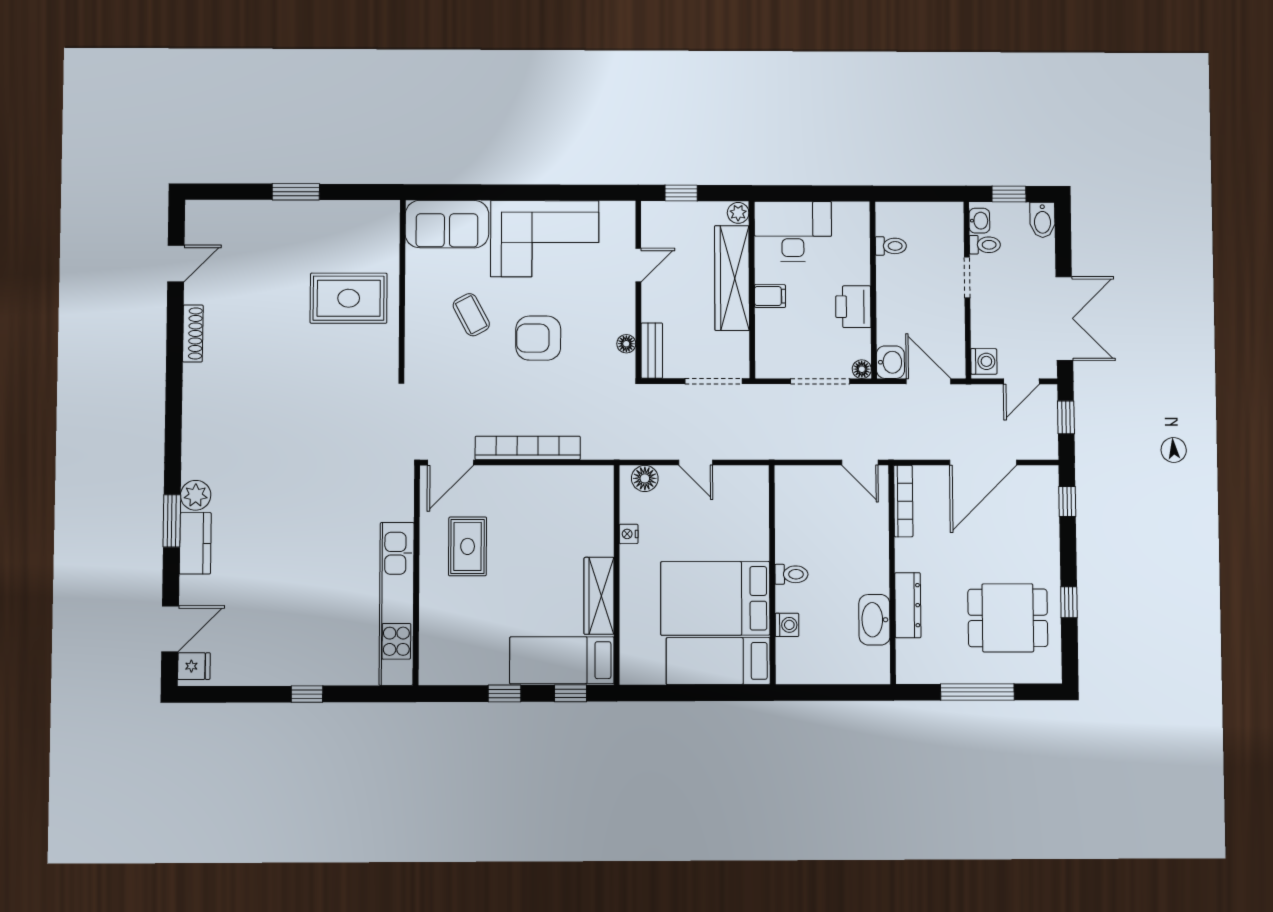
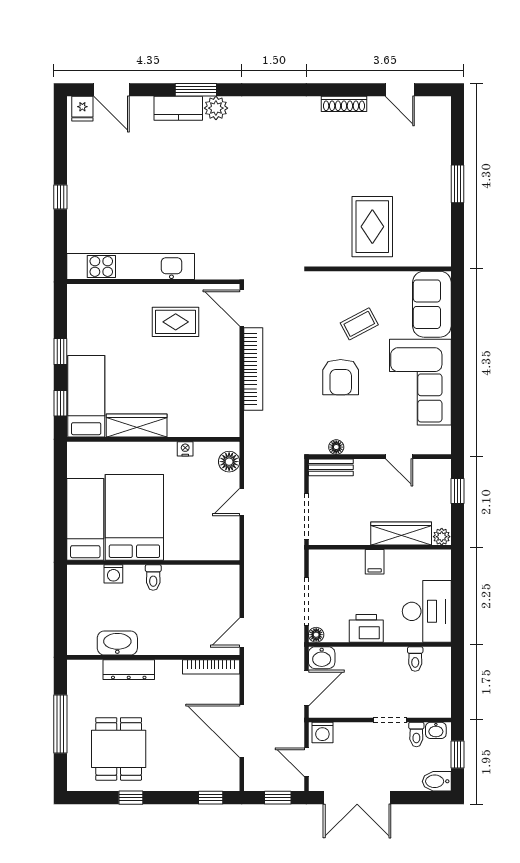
desk: (793, 231) -> (427, 611), moved
wardrobe: (732, 278) -> (401, 533), width x0.71, depth x0.85
armchair: (538, 338) -> (341, 377), turned 180

